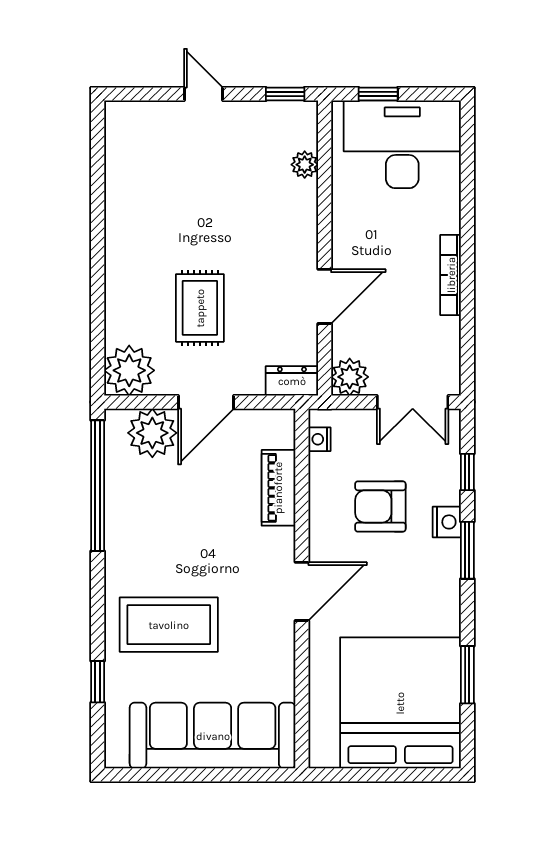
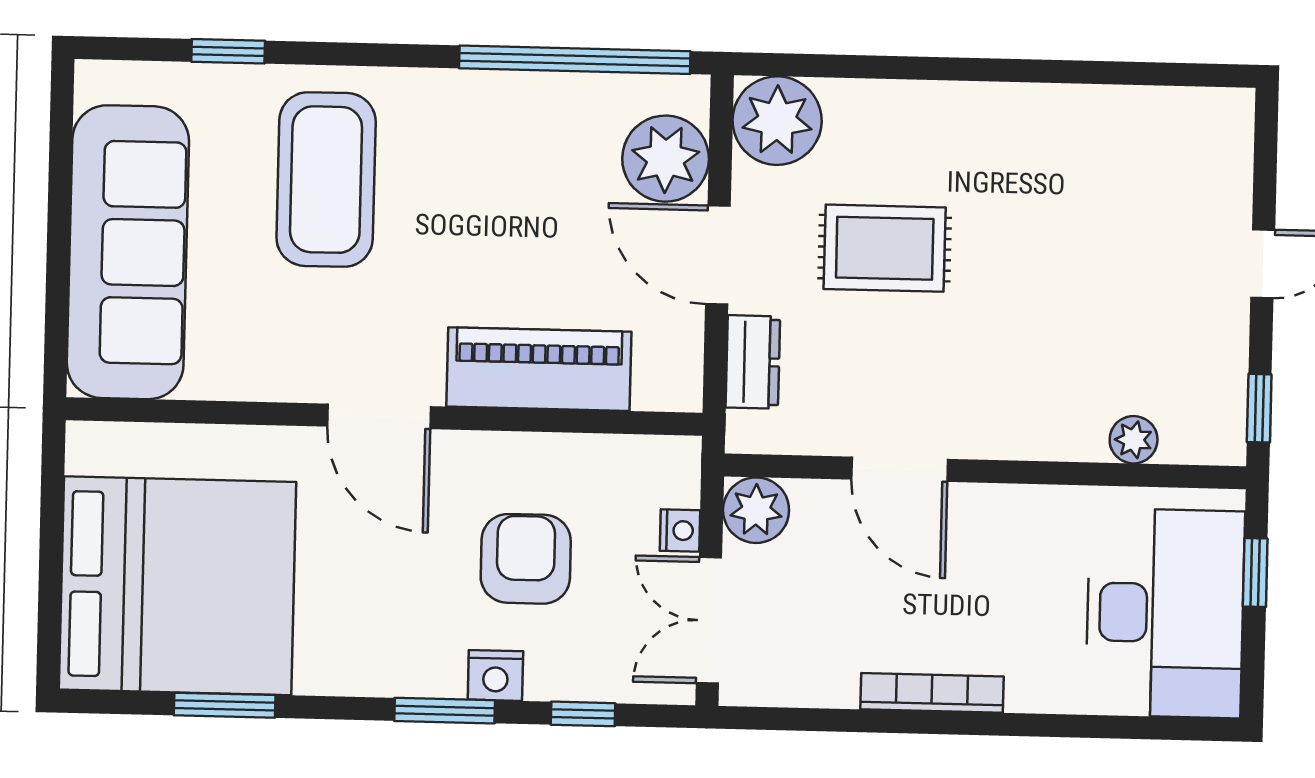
dresser: (292, 381) -> (753, 362), moved
nightstand: (320, 439) -> (680, 530), moved, turned 90
piano: (278, 488) -> (539, 369), width x1.37, depth x1.33

